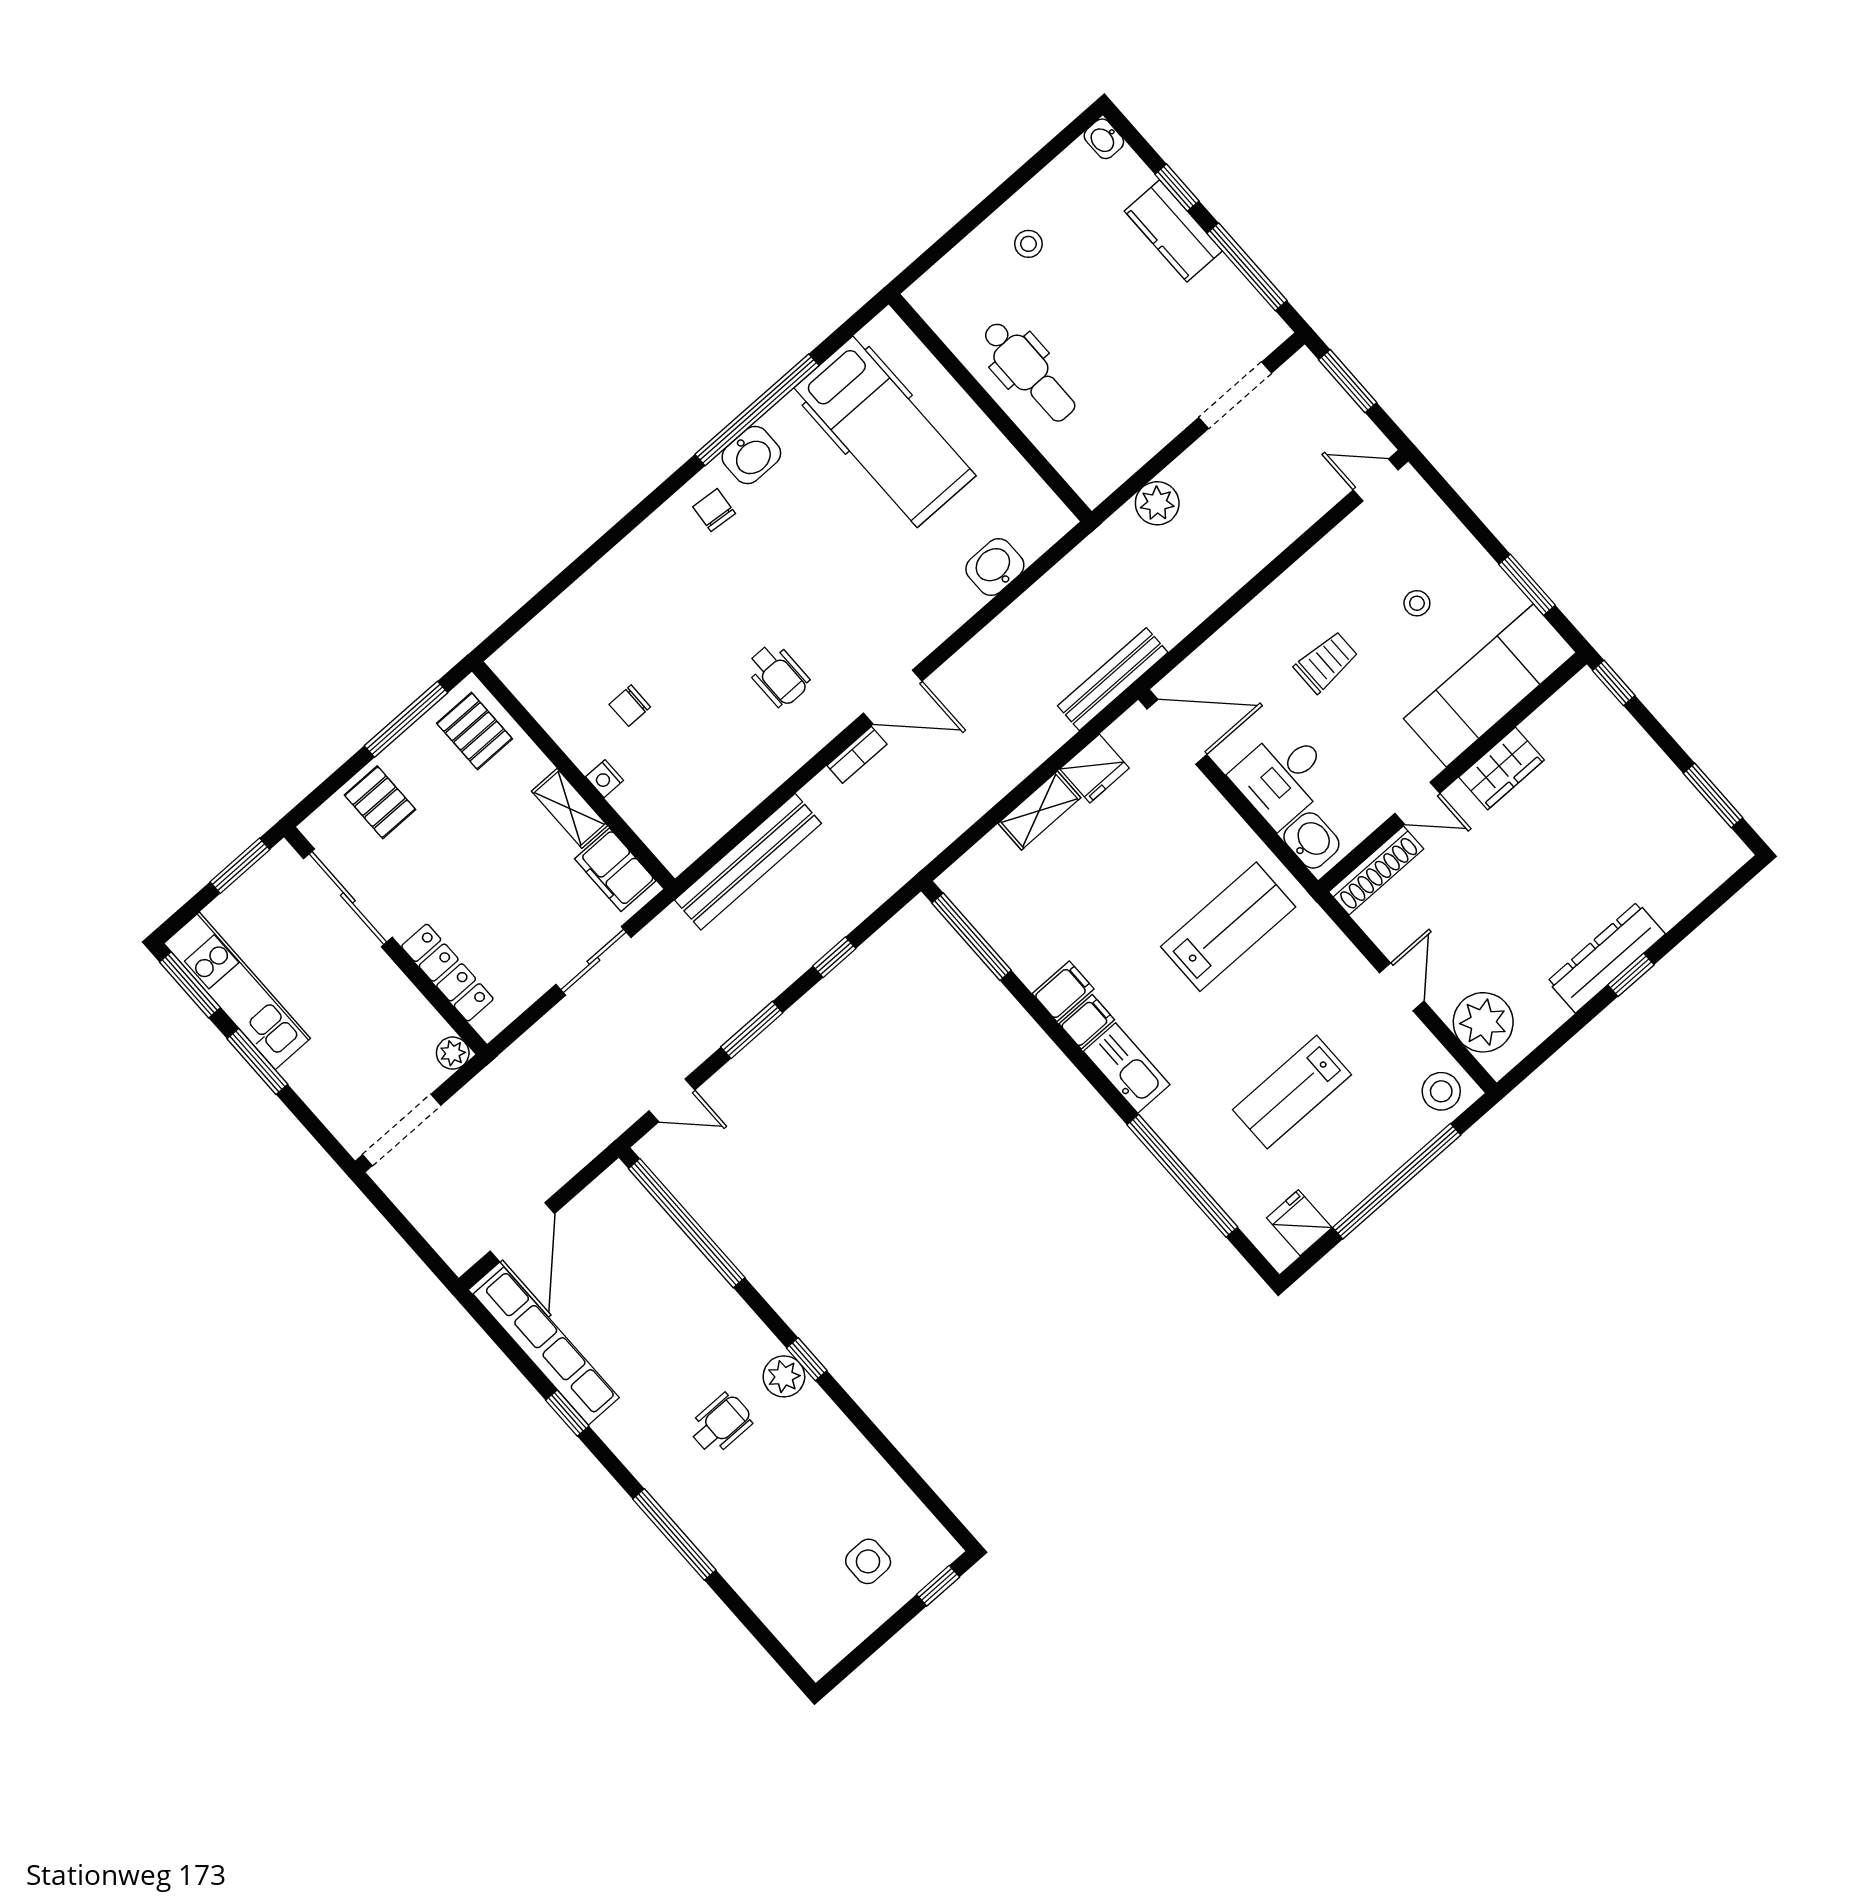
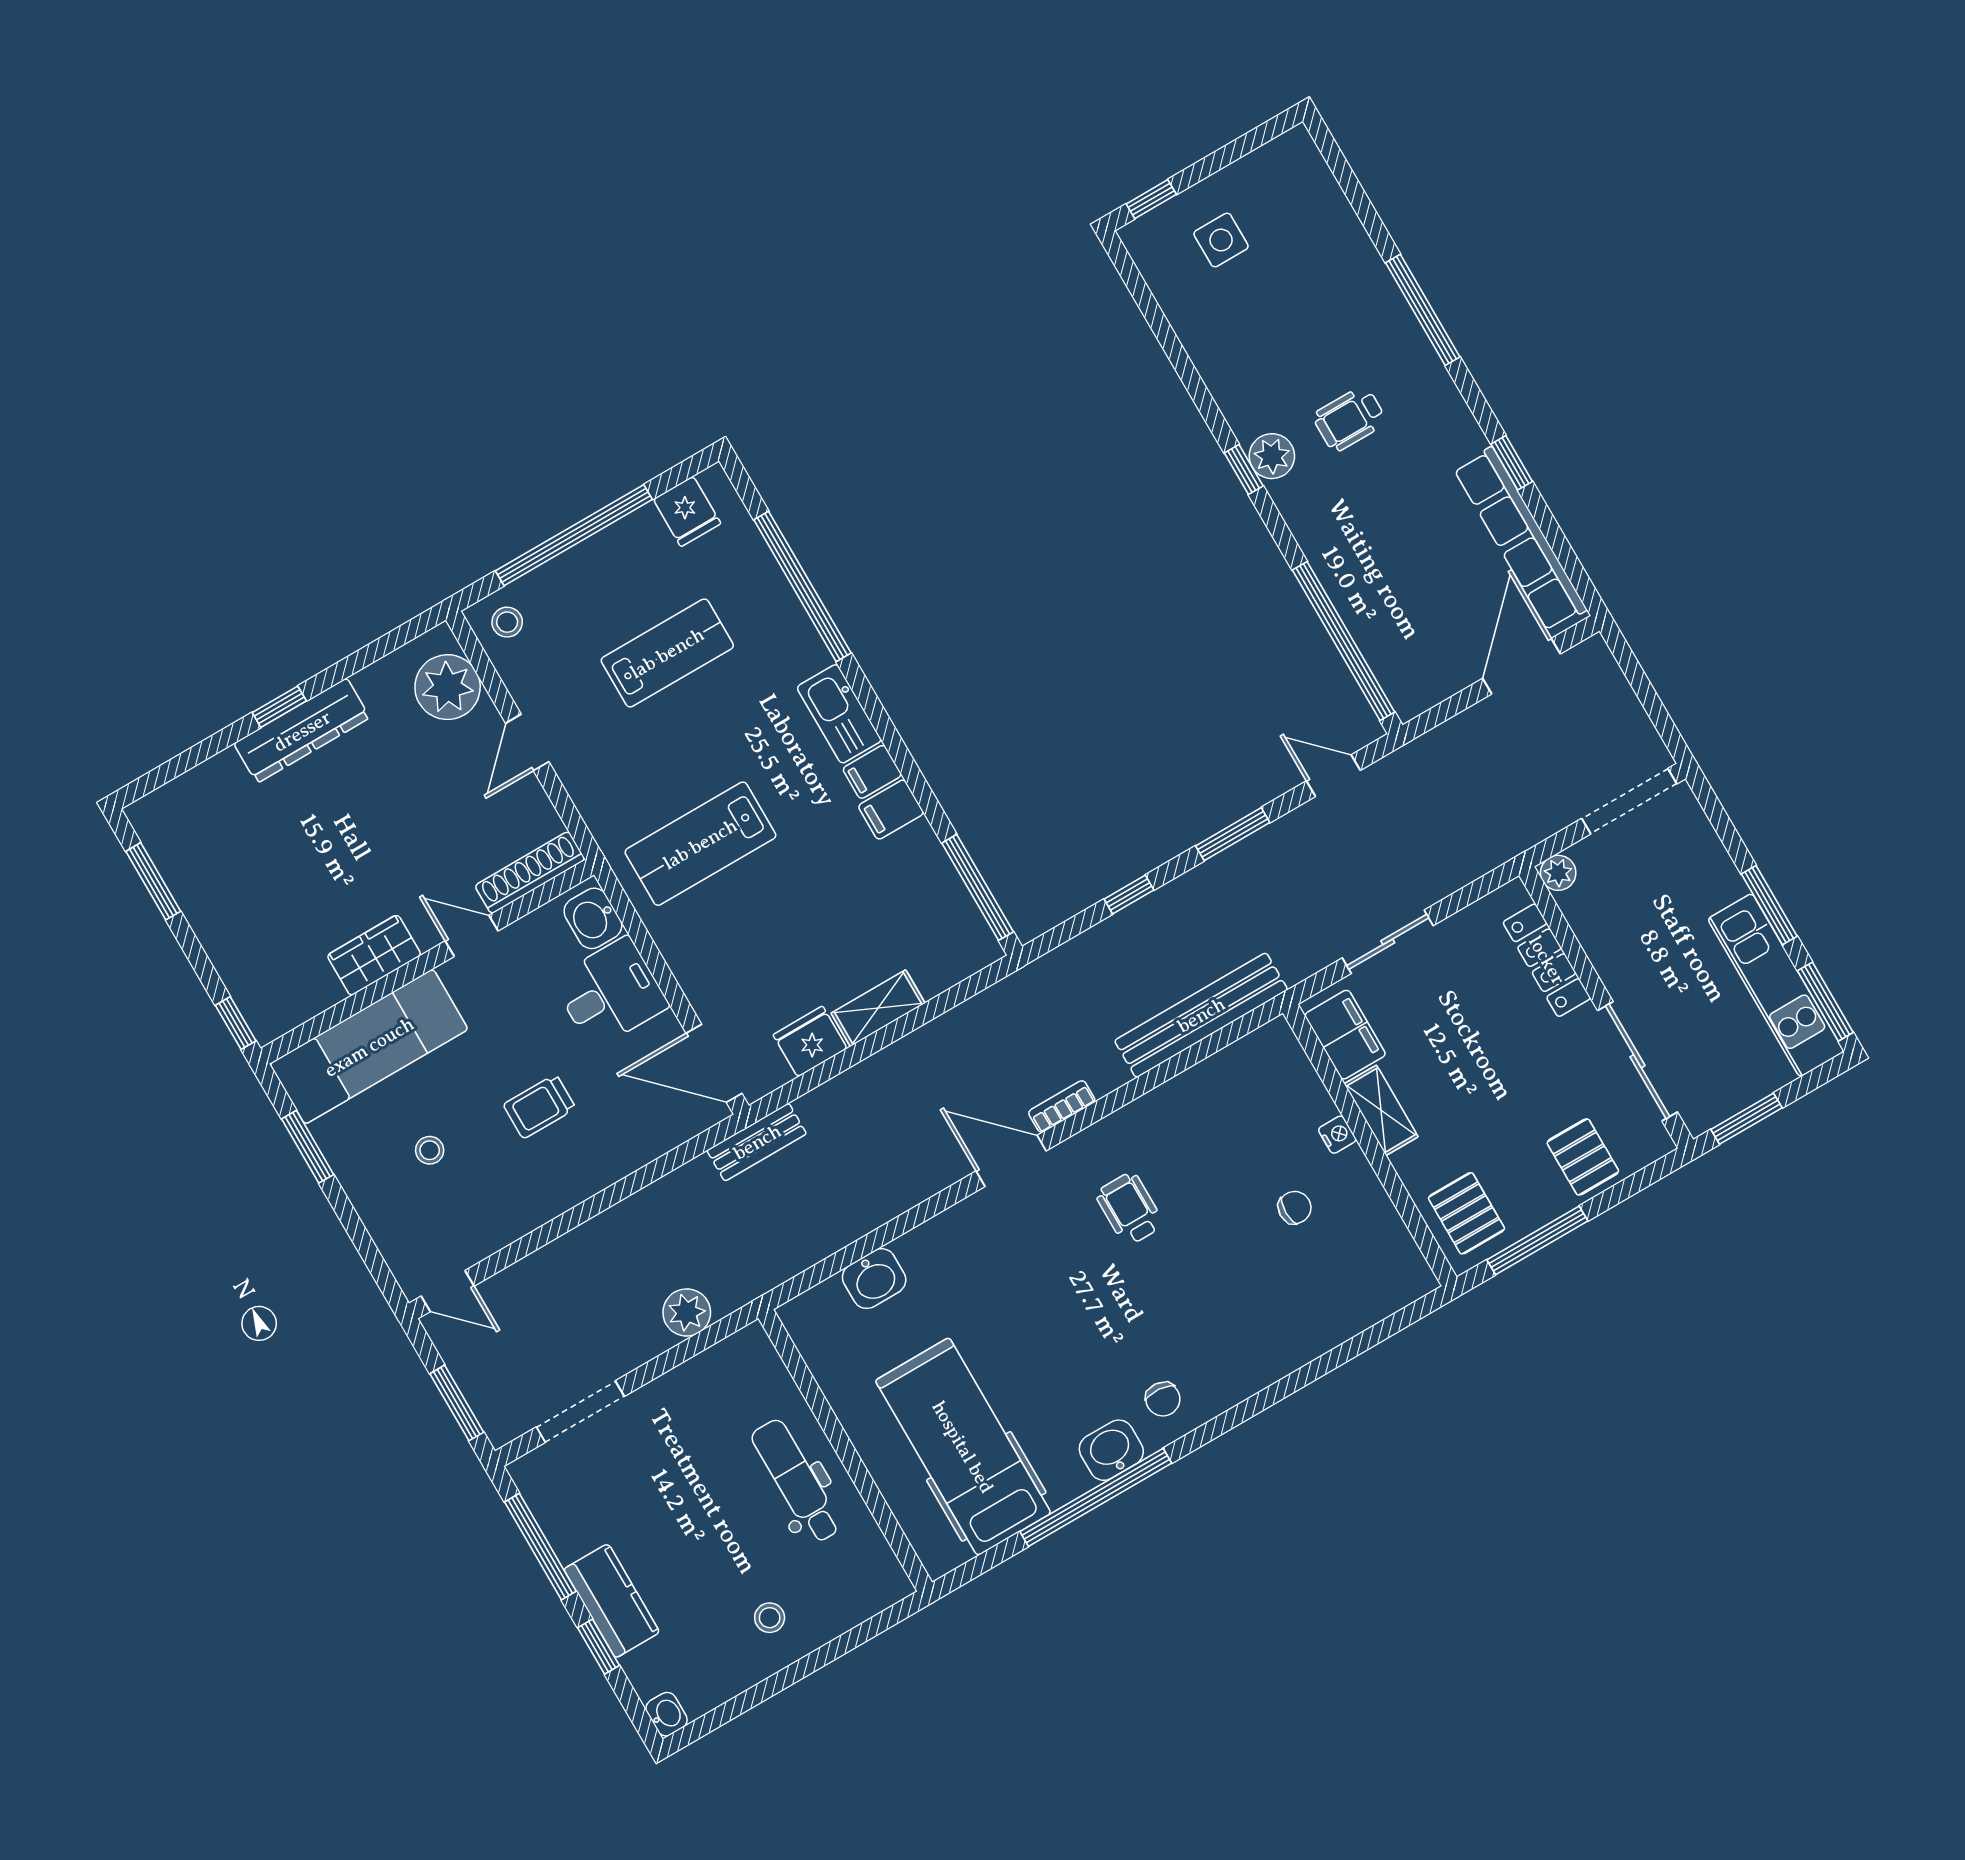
bench: (1113, 679) -> (757, 1142), width x0.73
stool: (1441, 1091) -> (507, 622), width x0.73, depth x0.73

